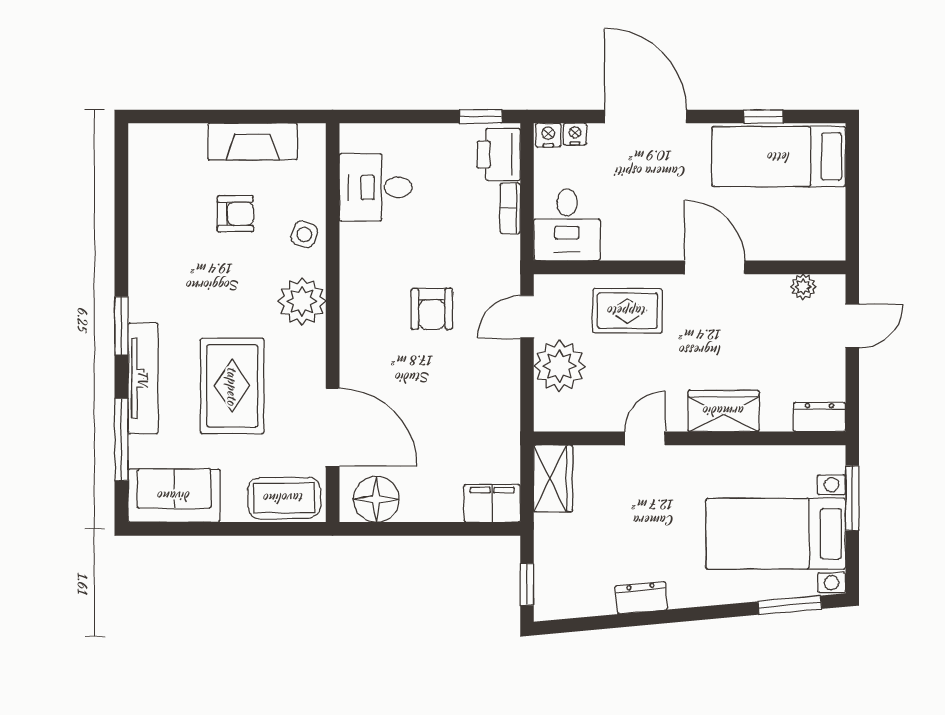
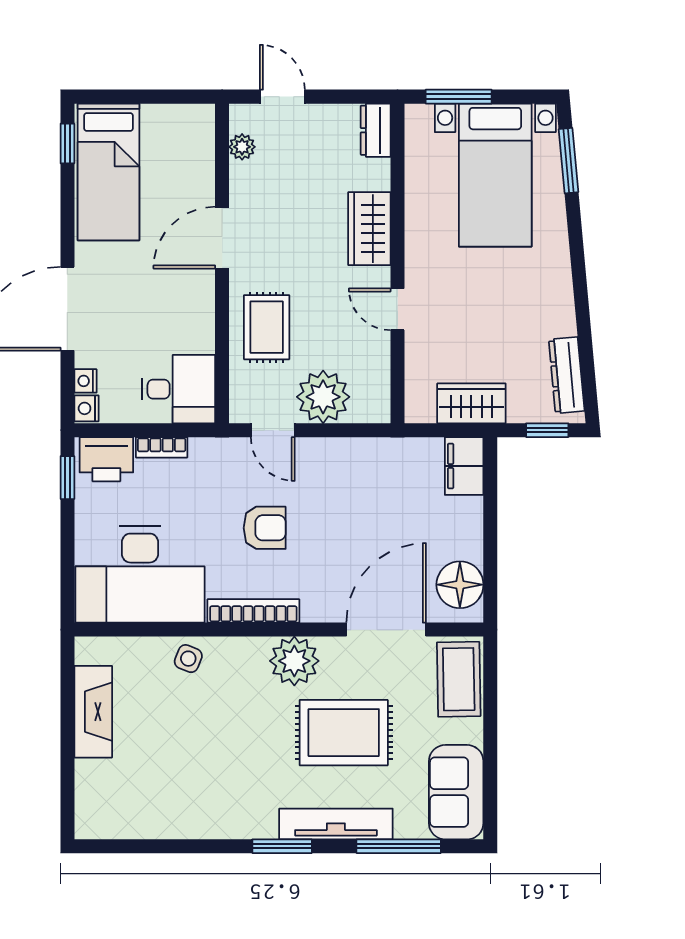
window: (763, 116) -> (67, 143), moved
desk: (376, 187) -> (140, 574), width x1.87, depth x1.30
armchair: (235, 214) -> (167, 729), removed
bookcase: (351, 298) -> (253, 611), added
plant: (302, 301) -> (294, 661), moved
wardrobe: (553, 478) -> (471, 403), moved
dresser: (641, 598) -> (567, 375), moved, width x1.44

